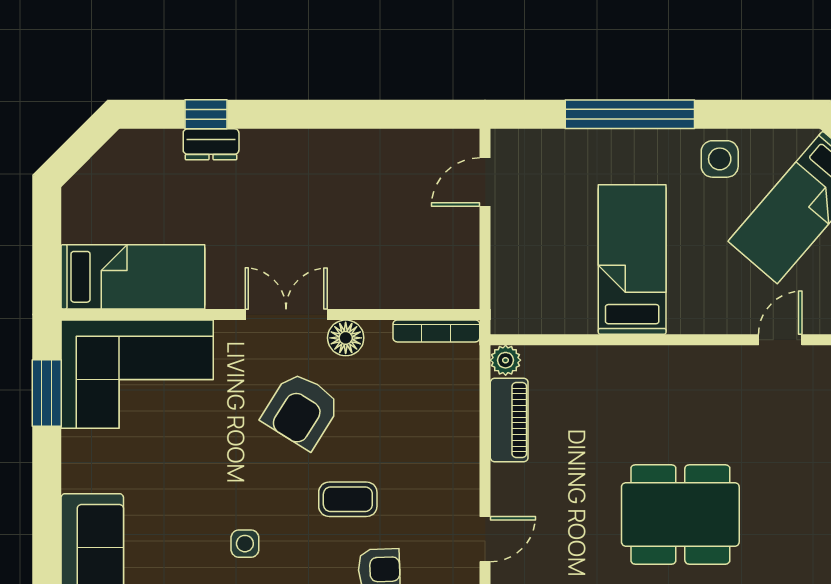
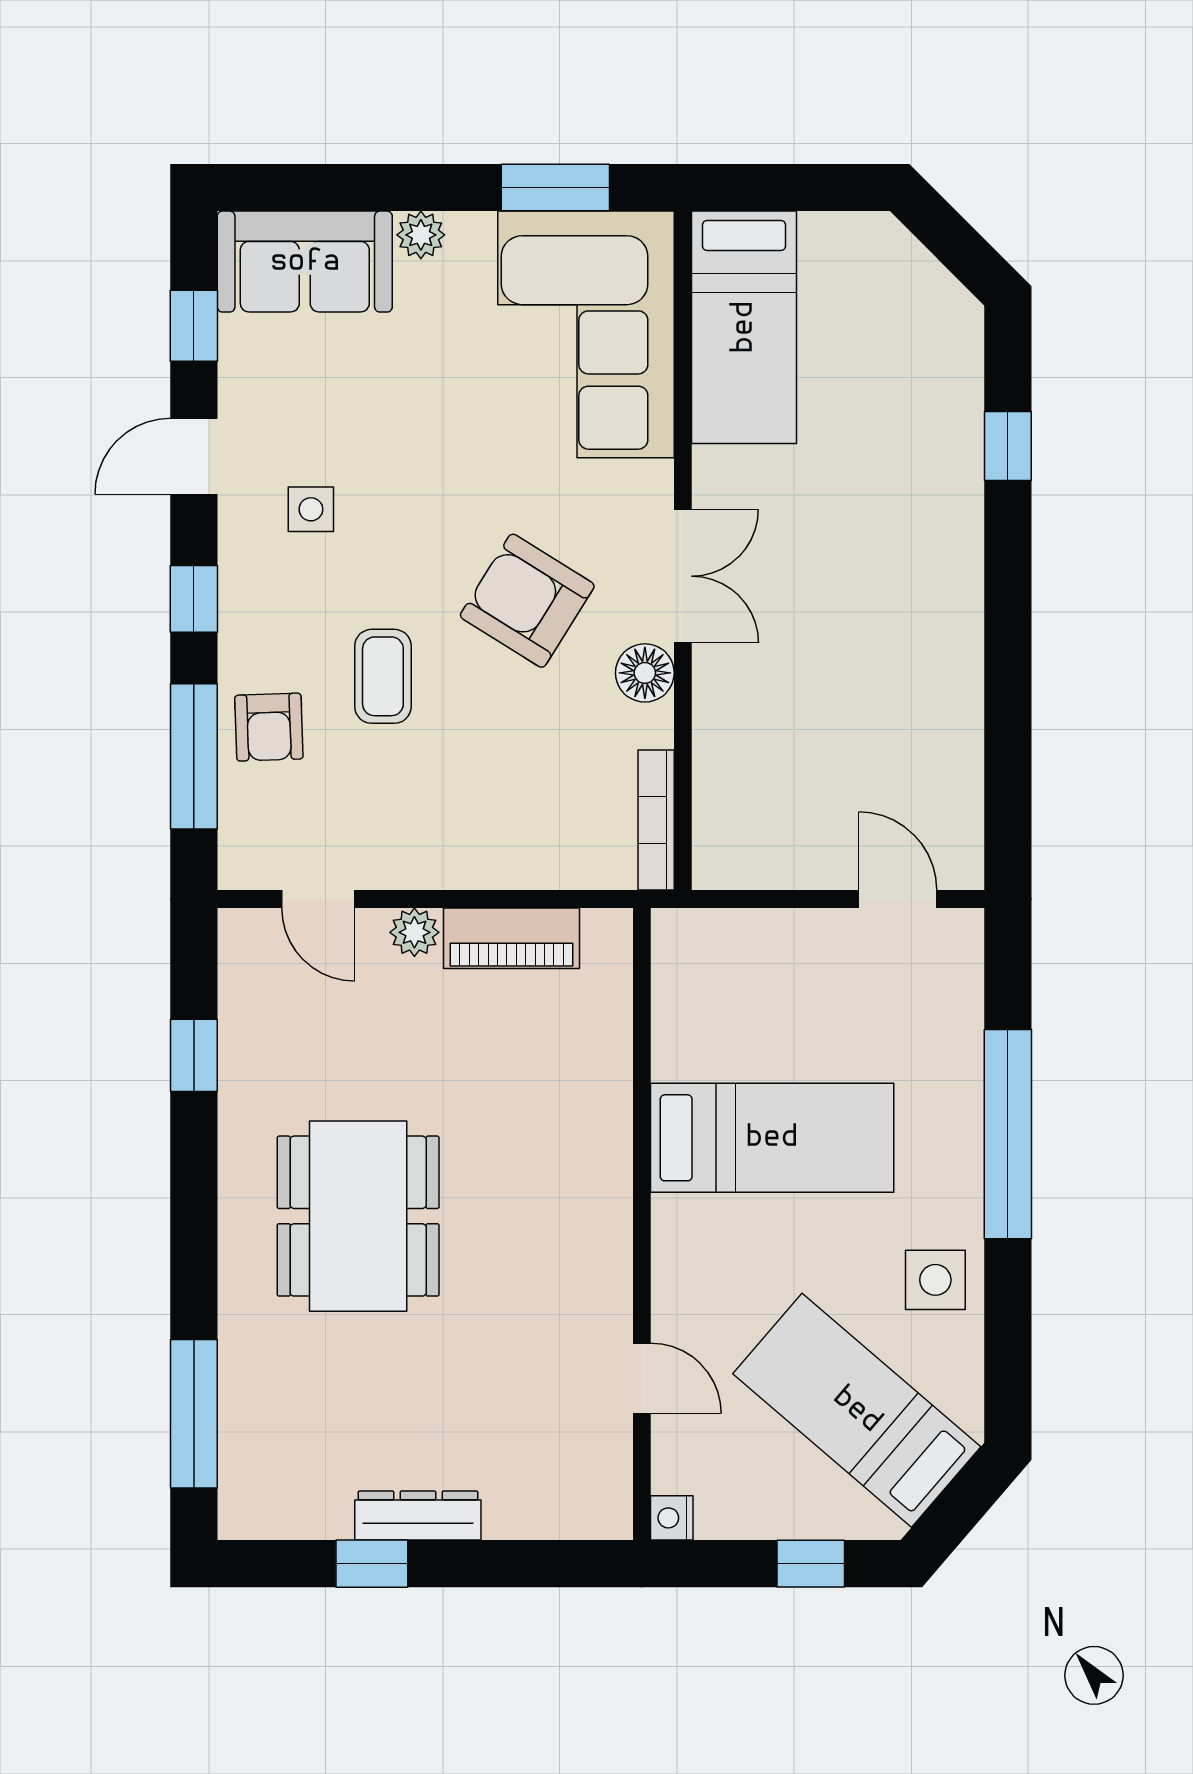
dresser: (211, 144) -> (959, 454), removed
plant: (506, 360) -> (414, 932), moved
plant: (76, 476) -> (421, 235), added

